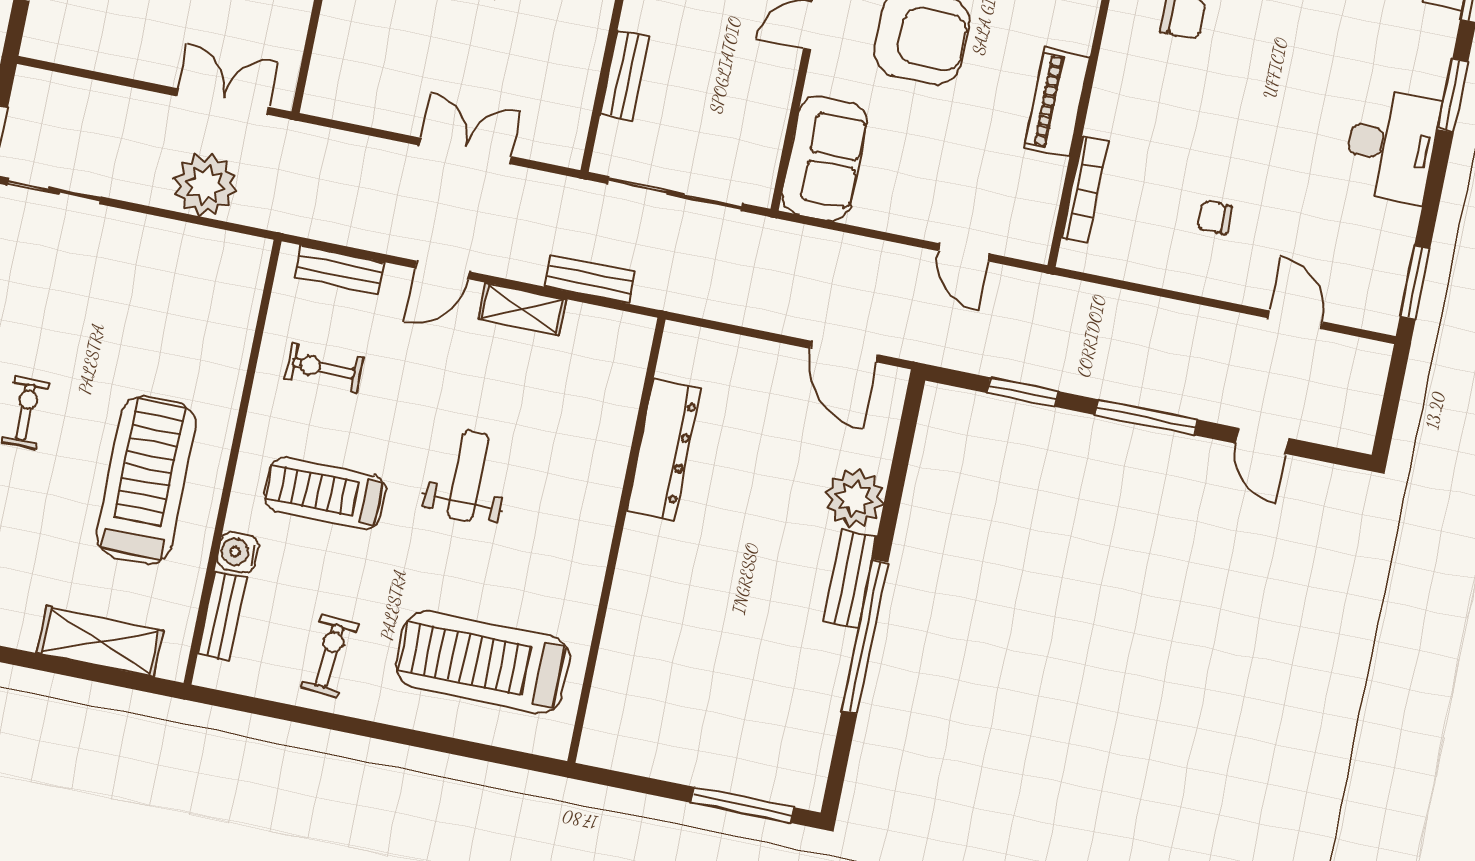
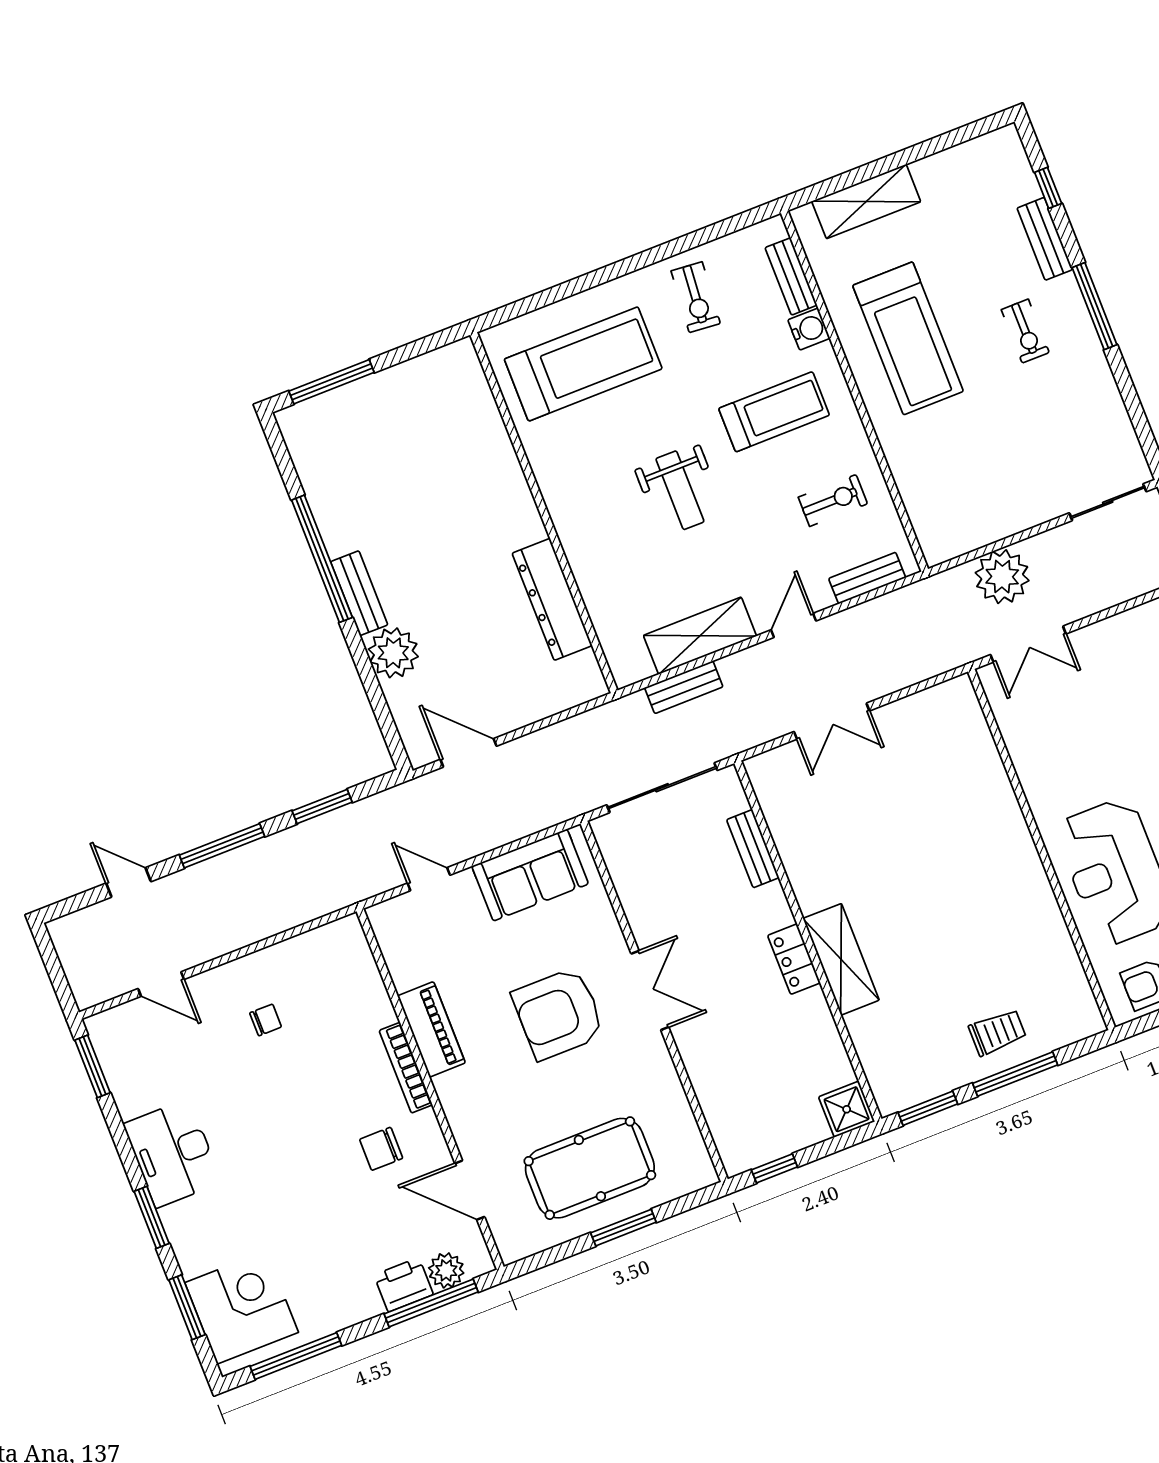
sofa: (825, 158) -> (530, 875), moved, turned -90
bookcase: (1085, 191) -> (406, 1068), moved
shelving: (522, 309) -> (700, 636), width x1.50, depth x1.33

